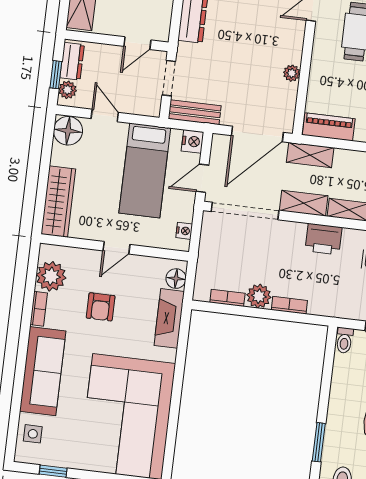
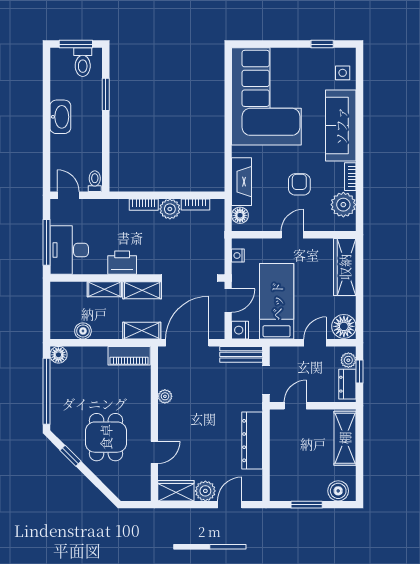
door: (105, 115) -> (315, 343), swing flipped

